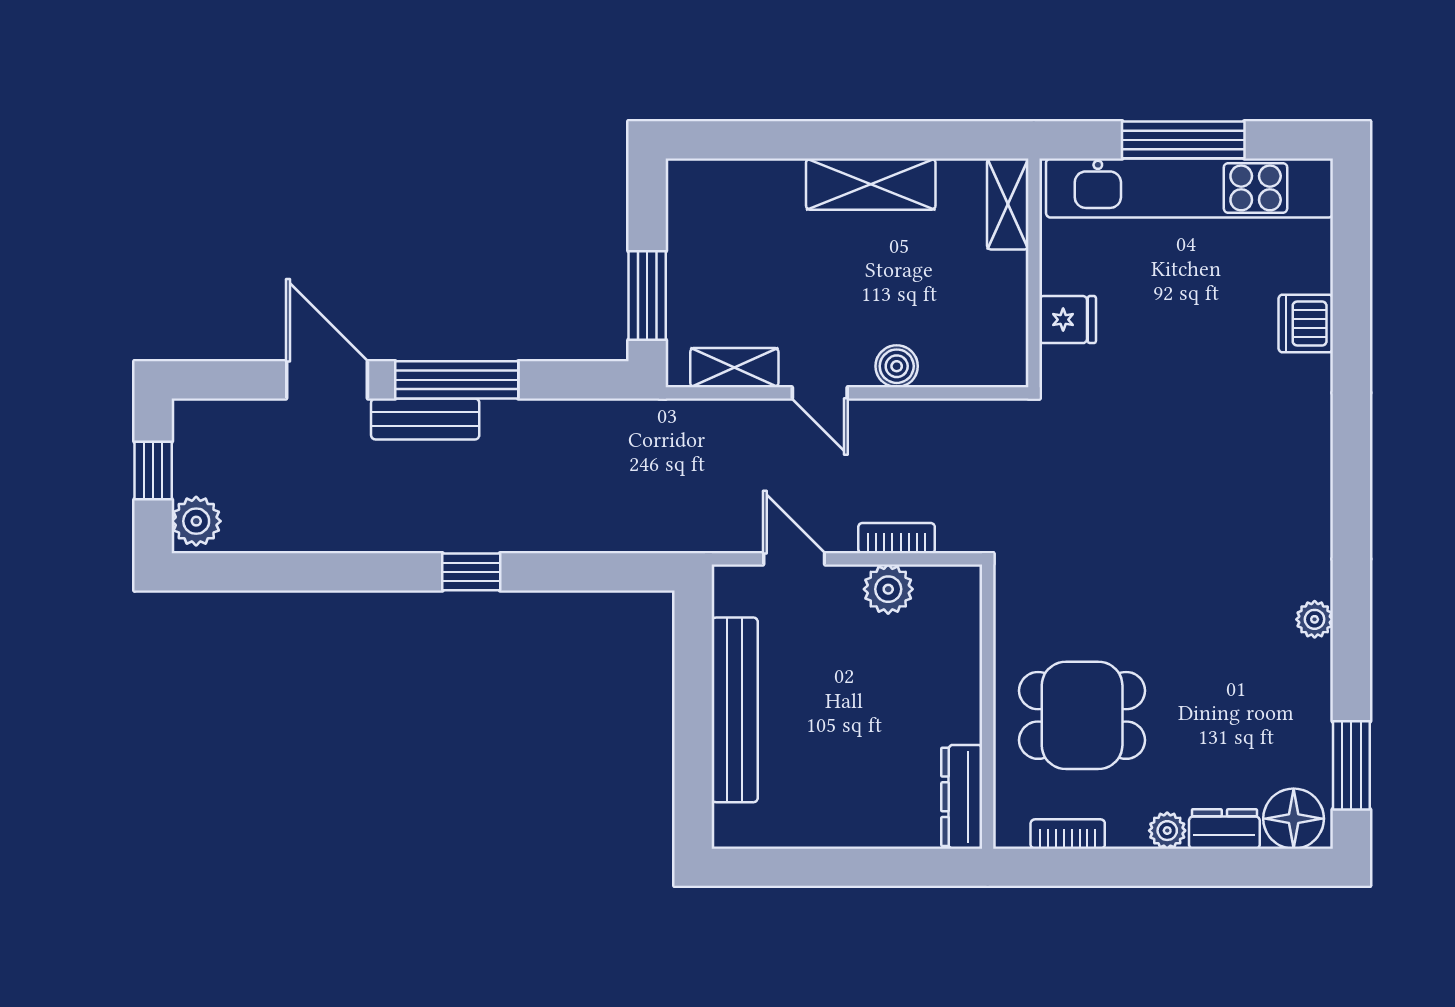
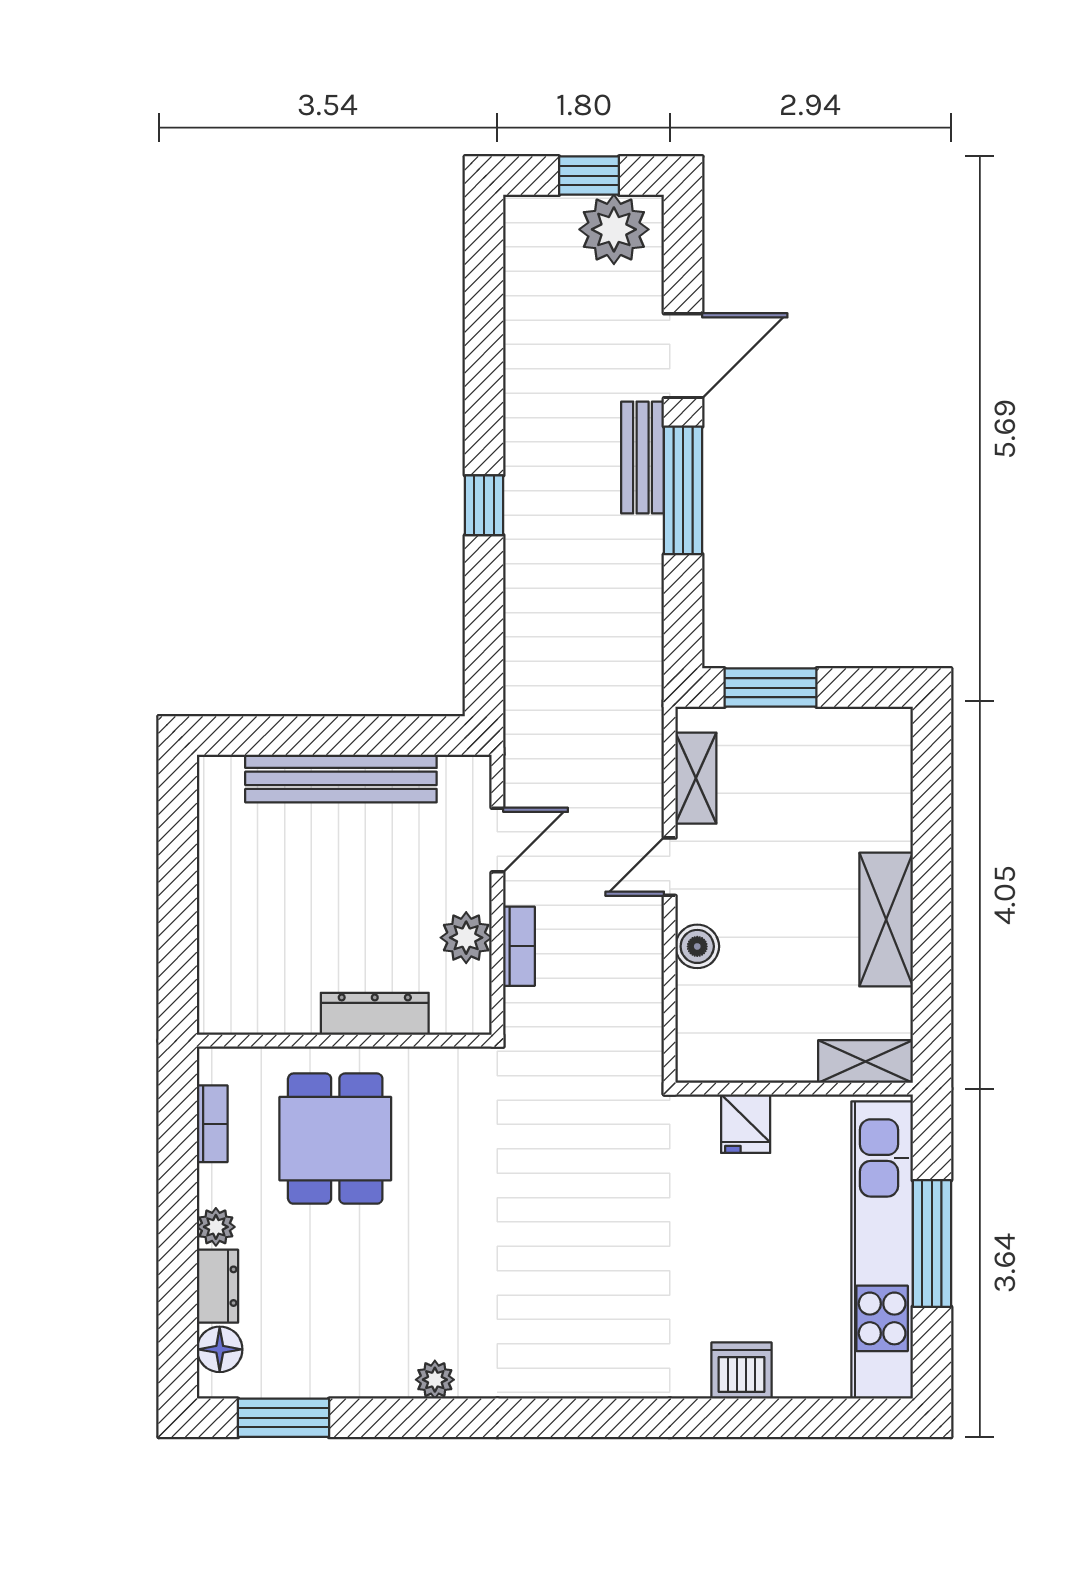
plant: (196, 521) -> (614, 229), moved, width x1.36, depth x1.36
dresser: (962, 797) -> (375, 1014), moved
floor lamp: (1294, 819) -> (220, 1349), width x0.73, depth x0.73

